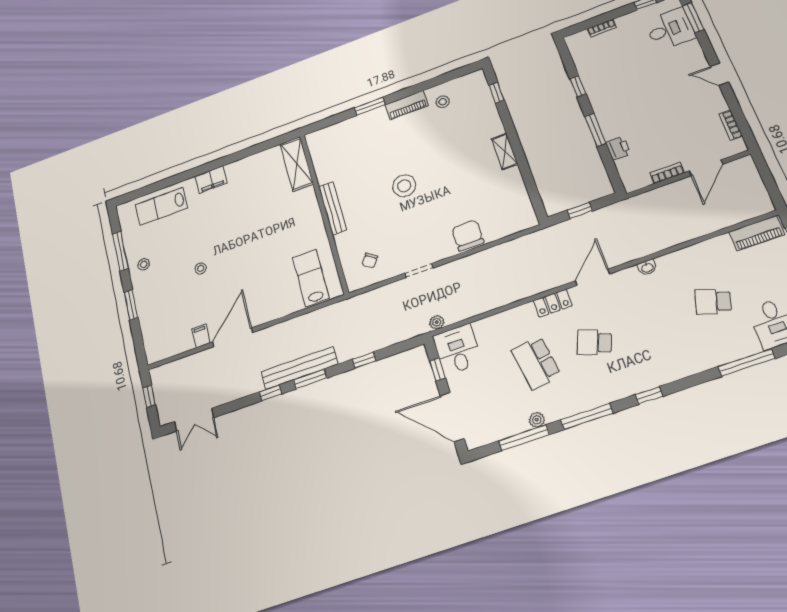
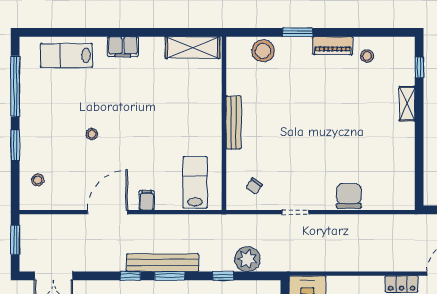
shelving: (505, 151) -> (407, 104), moved
shelving: (297, 164) -> (192, 48), moved, turned 90
stool: (404, 186) -> (263, 51), moved
window: (120, 251) -> (15, 86), width x1.46
stool: (144, 264) -> (38, 180), moved
plant: (437, 322) -> (247, 259), moved, width x1.88, depth x1.88
filing cabinet: (201, 336) -> (147, 200), moved
window: (149, 396) -> (15, 240), width x1.50

